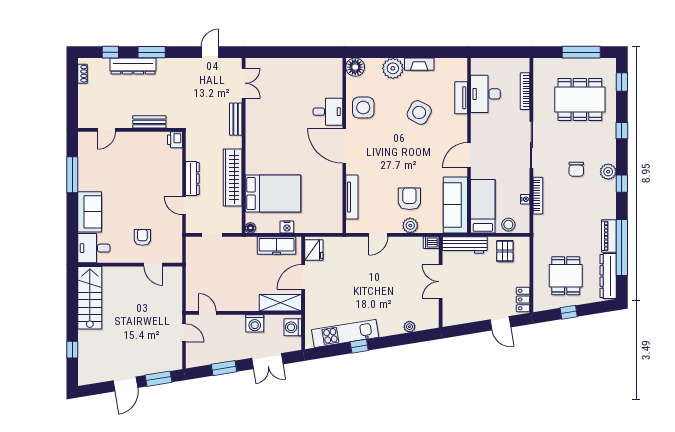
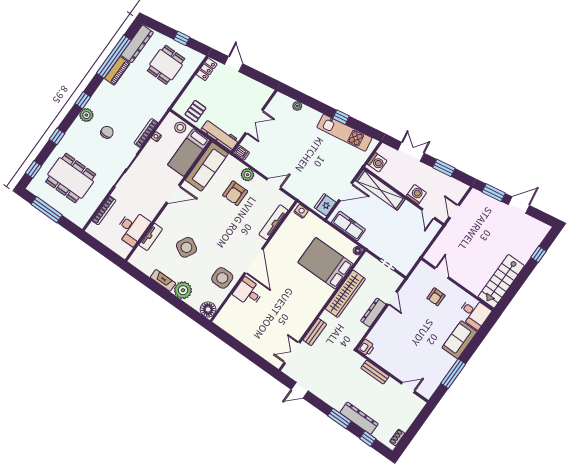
nightstand: (287, 227) -> (301, 211), moved
shelving: (280, 303) -> (380, 190), width x1.47
washing machine: (255, 323) -> (416, 194), moved

